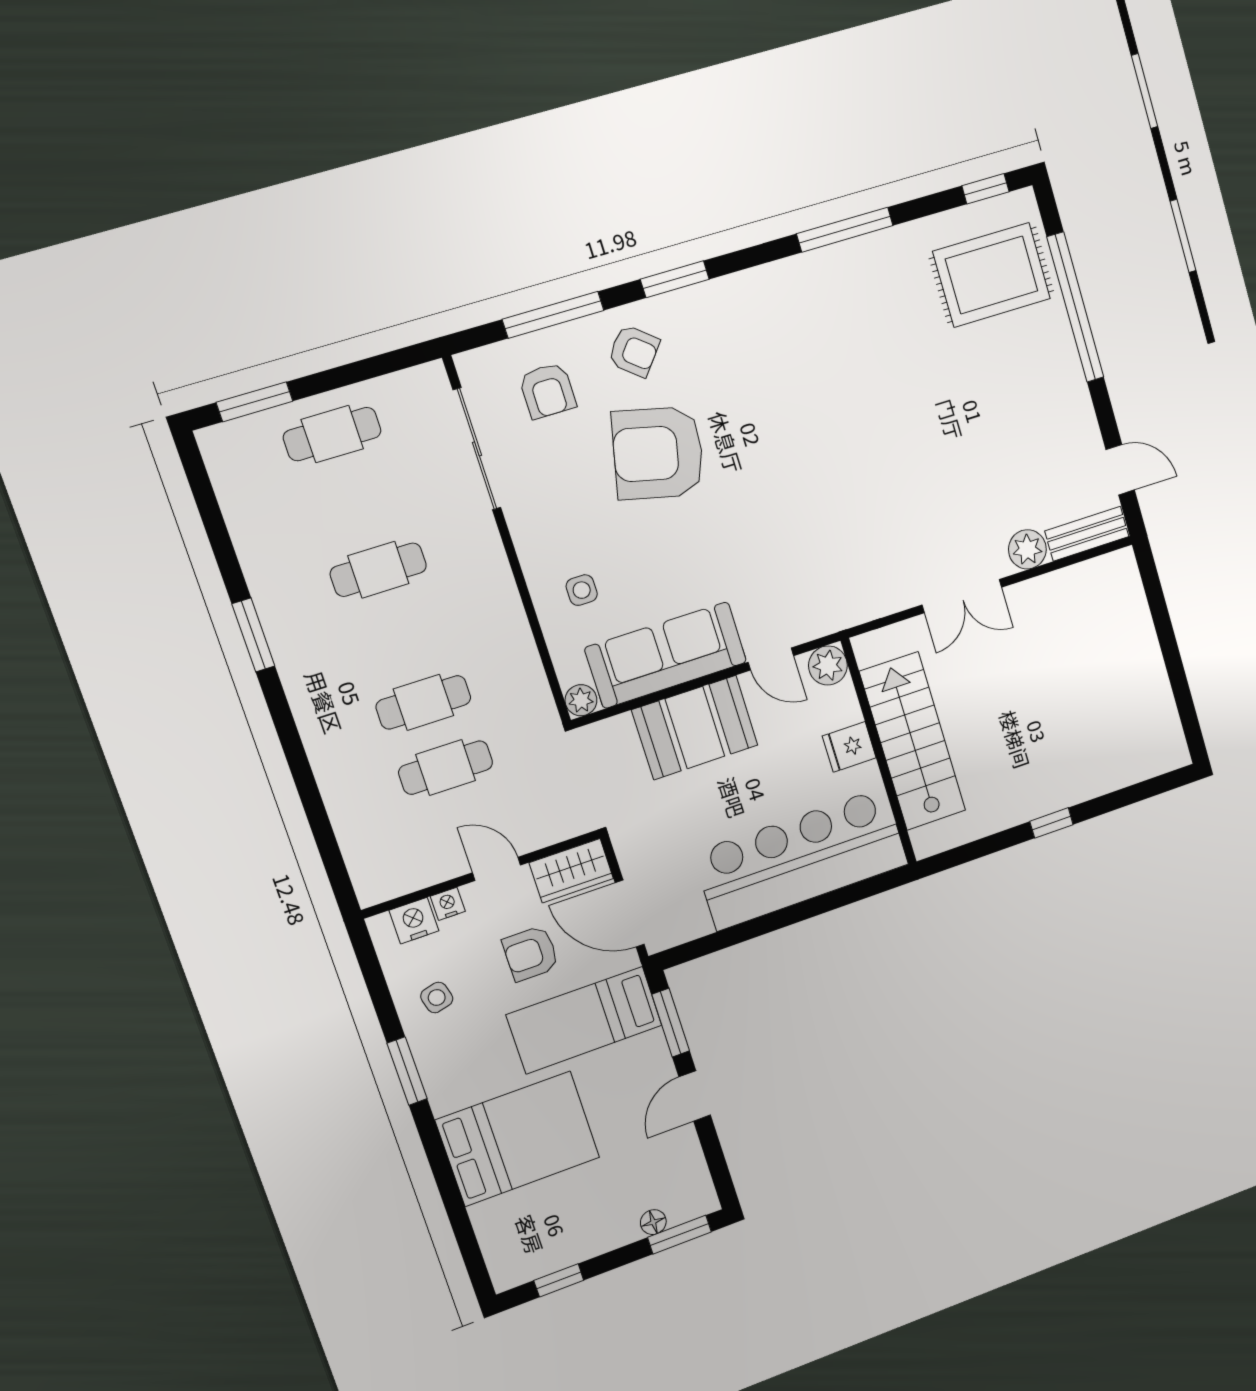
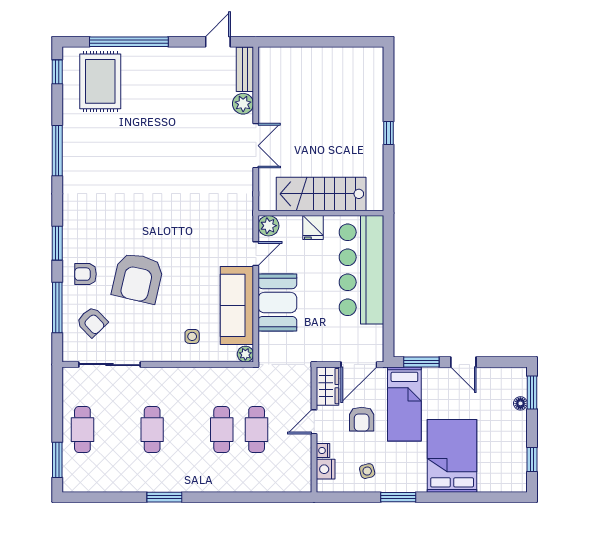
armchair: (634, 351) -> (85, 274), turned -129
armchair: (548, 391) -> (92, 322), turned 46

